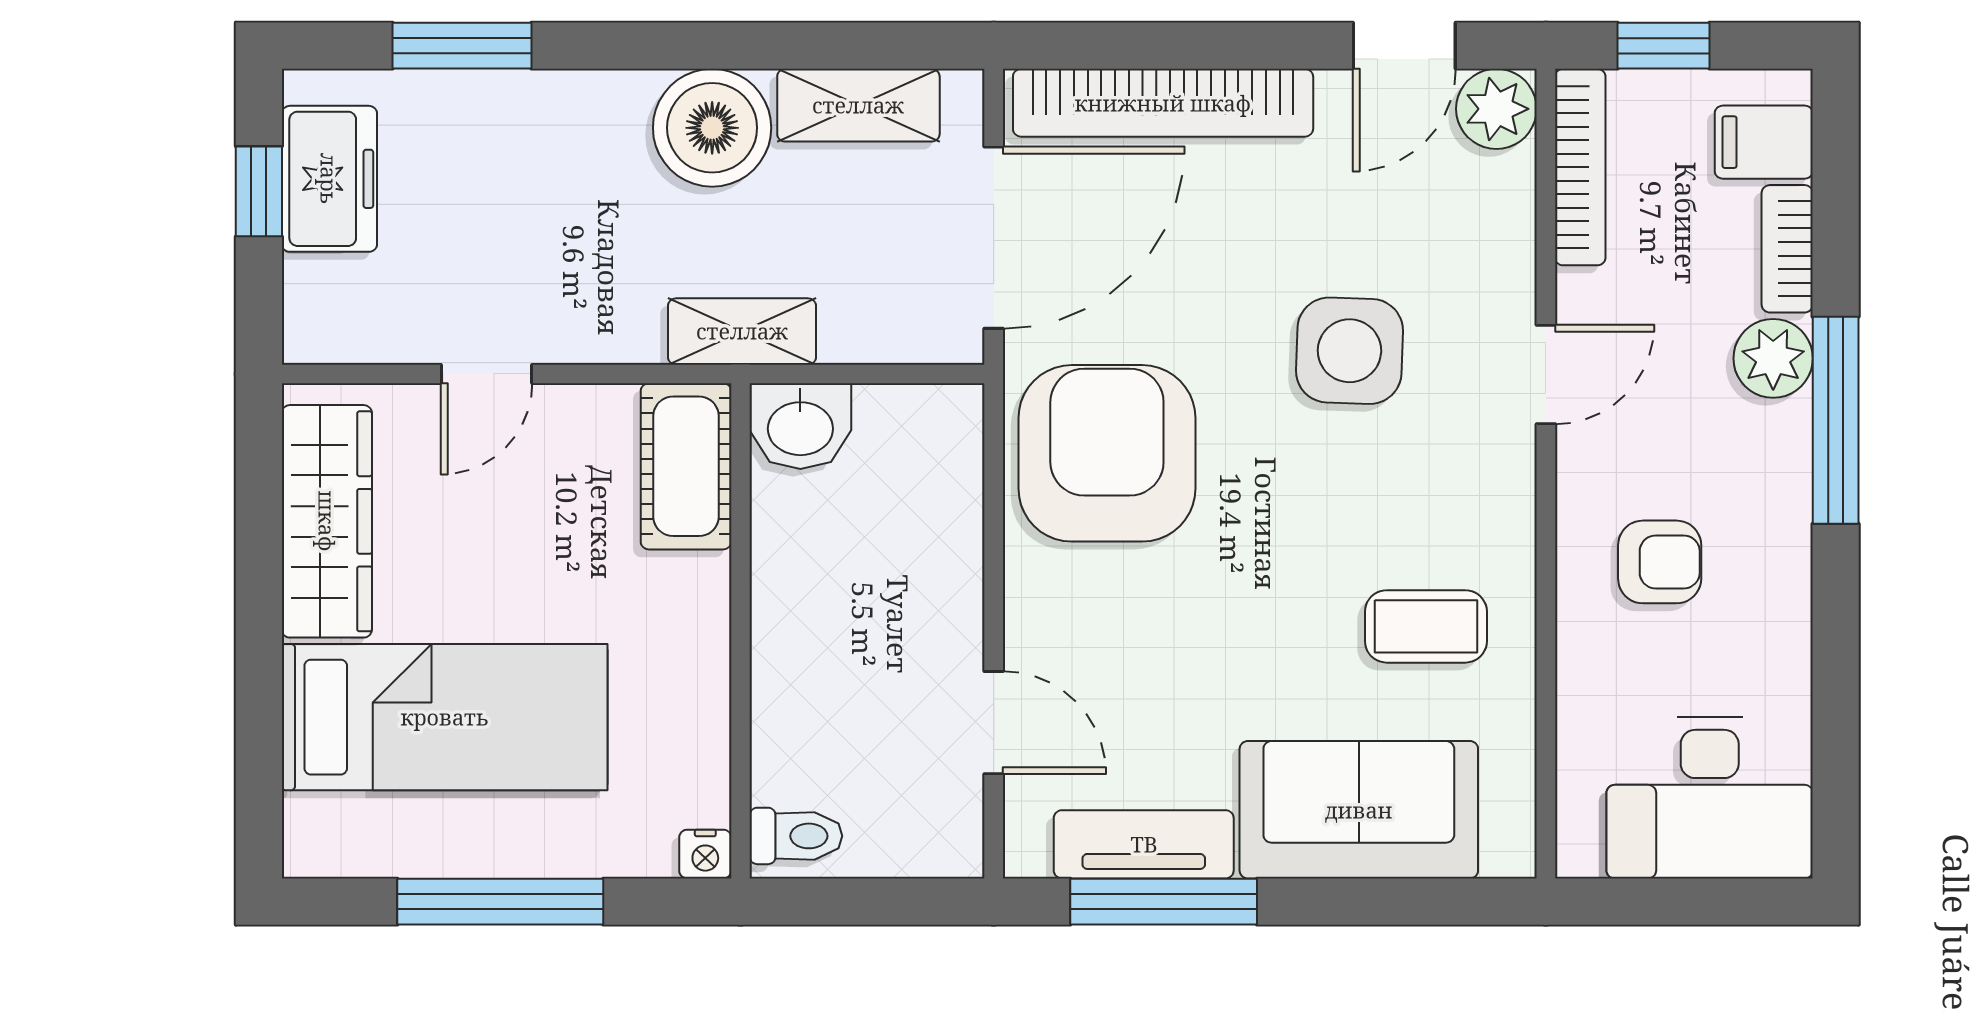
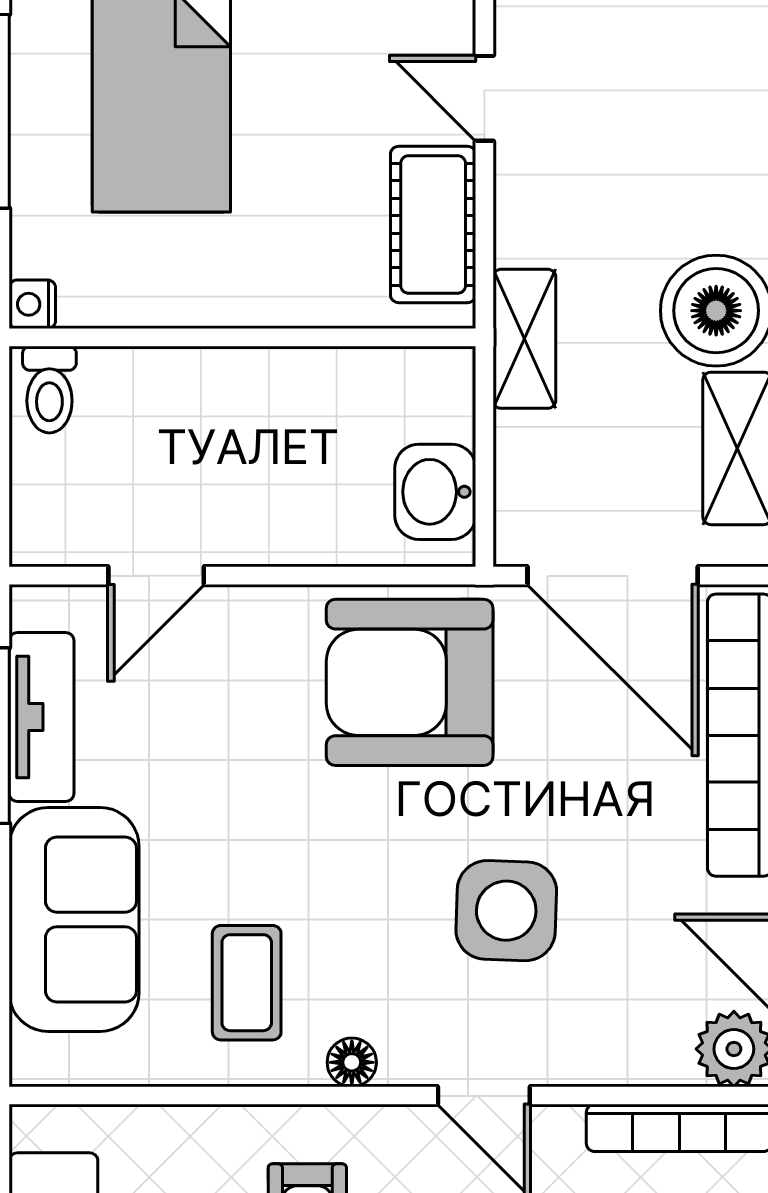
washbasin: (800, 426) -> (435, 492), moved
armchair: (1107, 453) -> (410, 682), turned 180
cot: (686, 466) -> (433, 224), moved, turned 90
floor lamp: (1511, 515) -> (352, 1062), added

